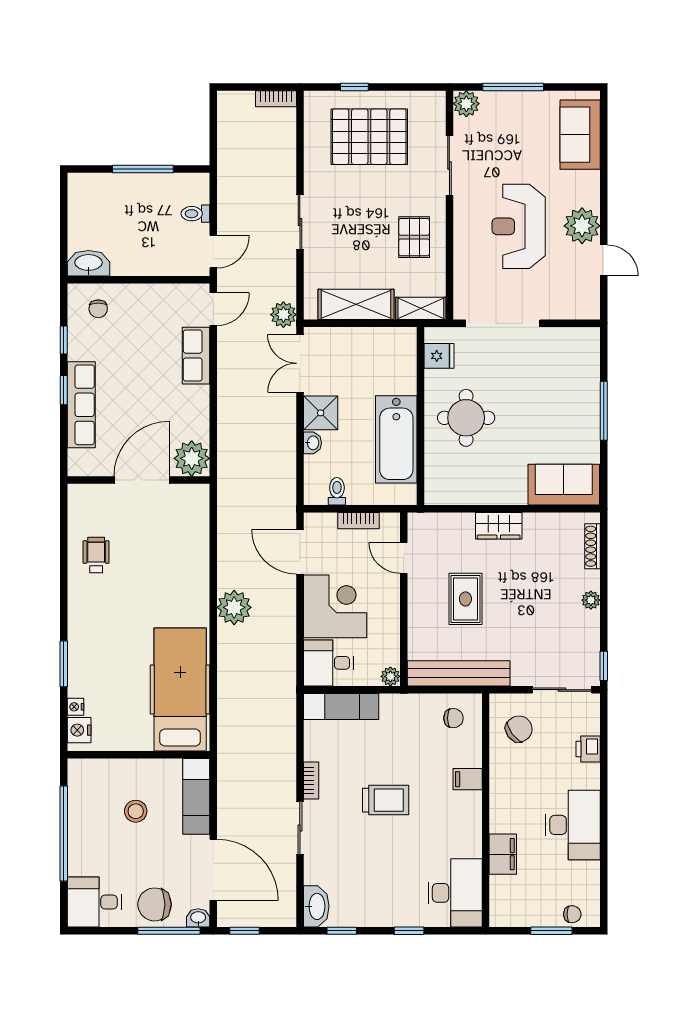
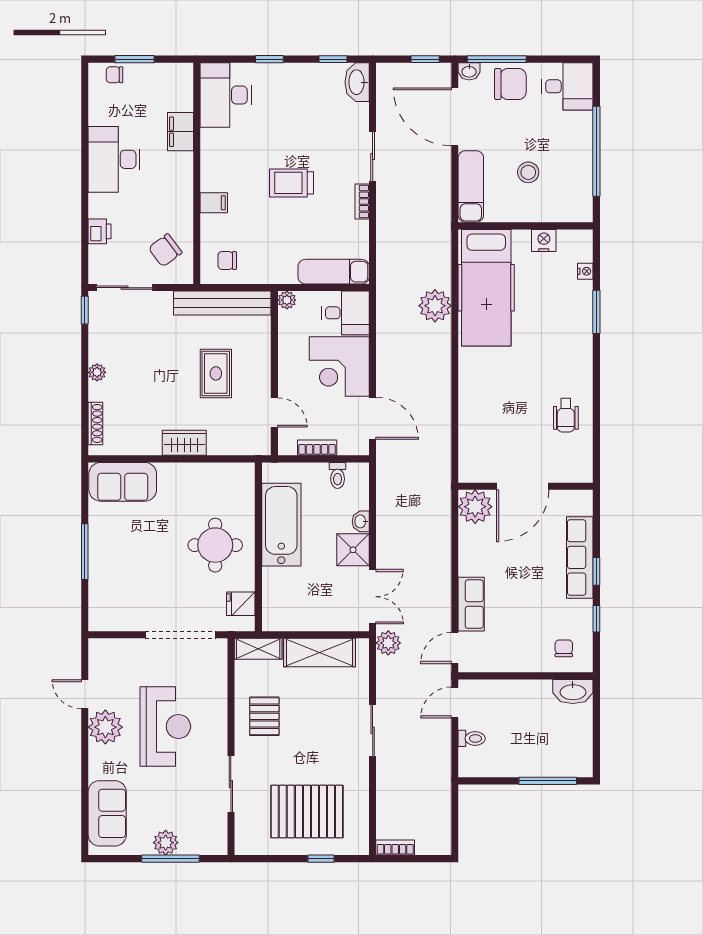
plant: (466, 104) -> (166, 843), moved
window: (143, 169) -> (548, 781), moved
plant: (234, 607) -> (435, 306), moved
nightstand: (79, 730) -> (544, 240), moved, turned -90

